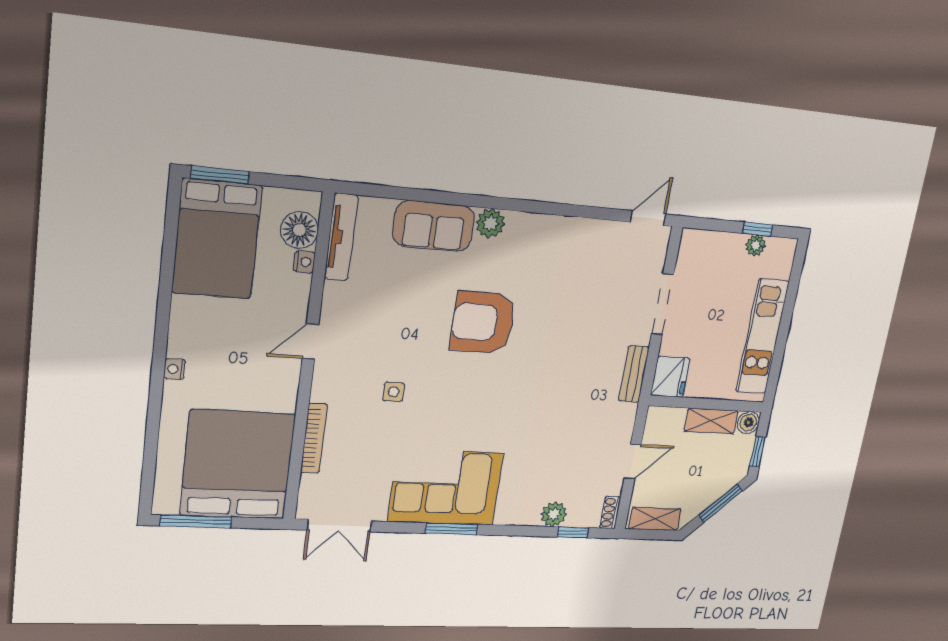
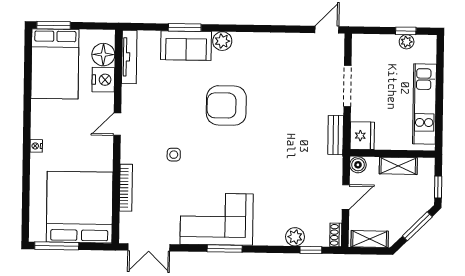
window: (435, 197) -> (185, 27), added
nightstand: (304, 262) -> (103, 80), width x1.89, depth x1.79
boiler: (748, 423) -> (358, 165), moved

